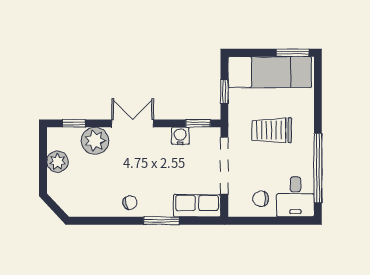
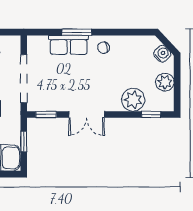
double door: (133, 123) -> (87, 115), moved
water cooler: (180, 136) -> (162, 54), moved, turned -133
row of seats: (197, 206) -> (69, 45), moved

